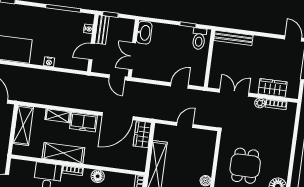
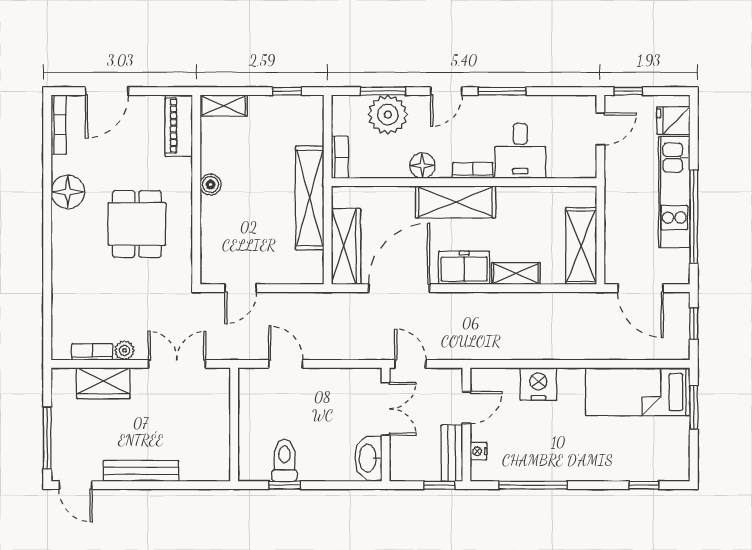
bench: (233, 38) -> (141, 471), moved
toilet: (199, 39) -> (284, 460), moved
nightstand: (49, 62) -> (538, 384), width x1.89, depth x1.79
door: (180, 86) -> (286, 364), swing flipped
double door: (234, 93) -> (177, 364), swing flipped
door: (185, 125) -> (241, 288), moved
wardrobe: (142, 134) -> (346, 246), width x1.50
shelving: (63, 153) -> (455, 202), moved

